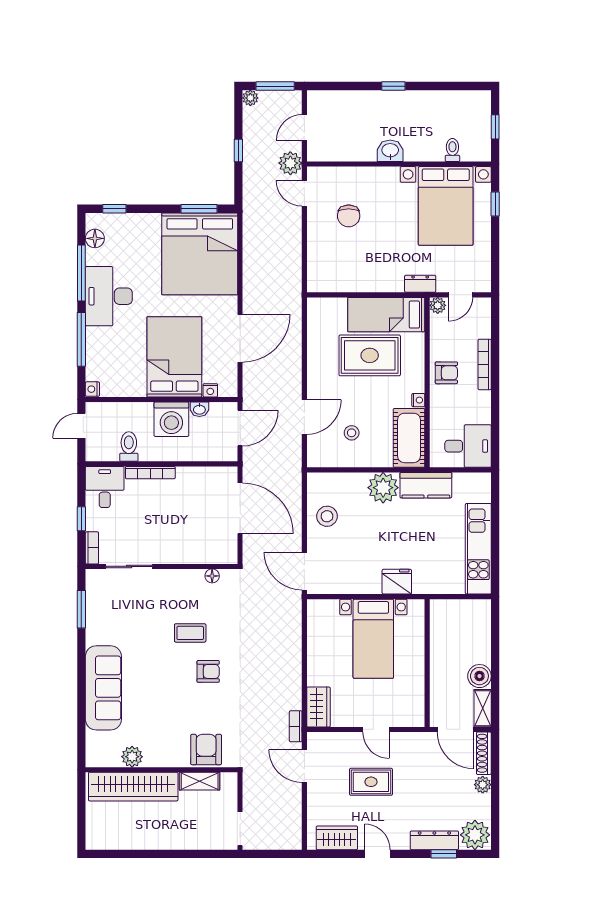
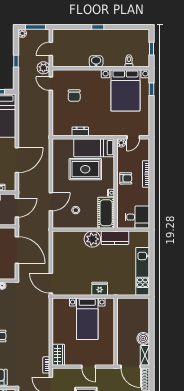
dresser: (420, 284) -> (80, 131), moved
stool: (327, 516) -> (63, 254), removed

